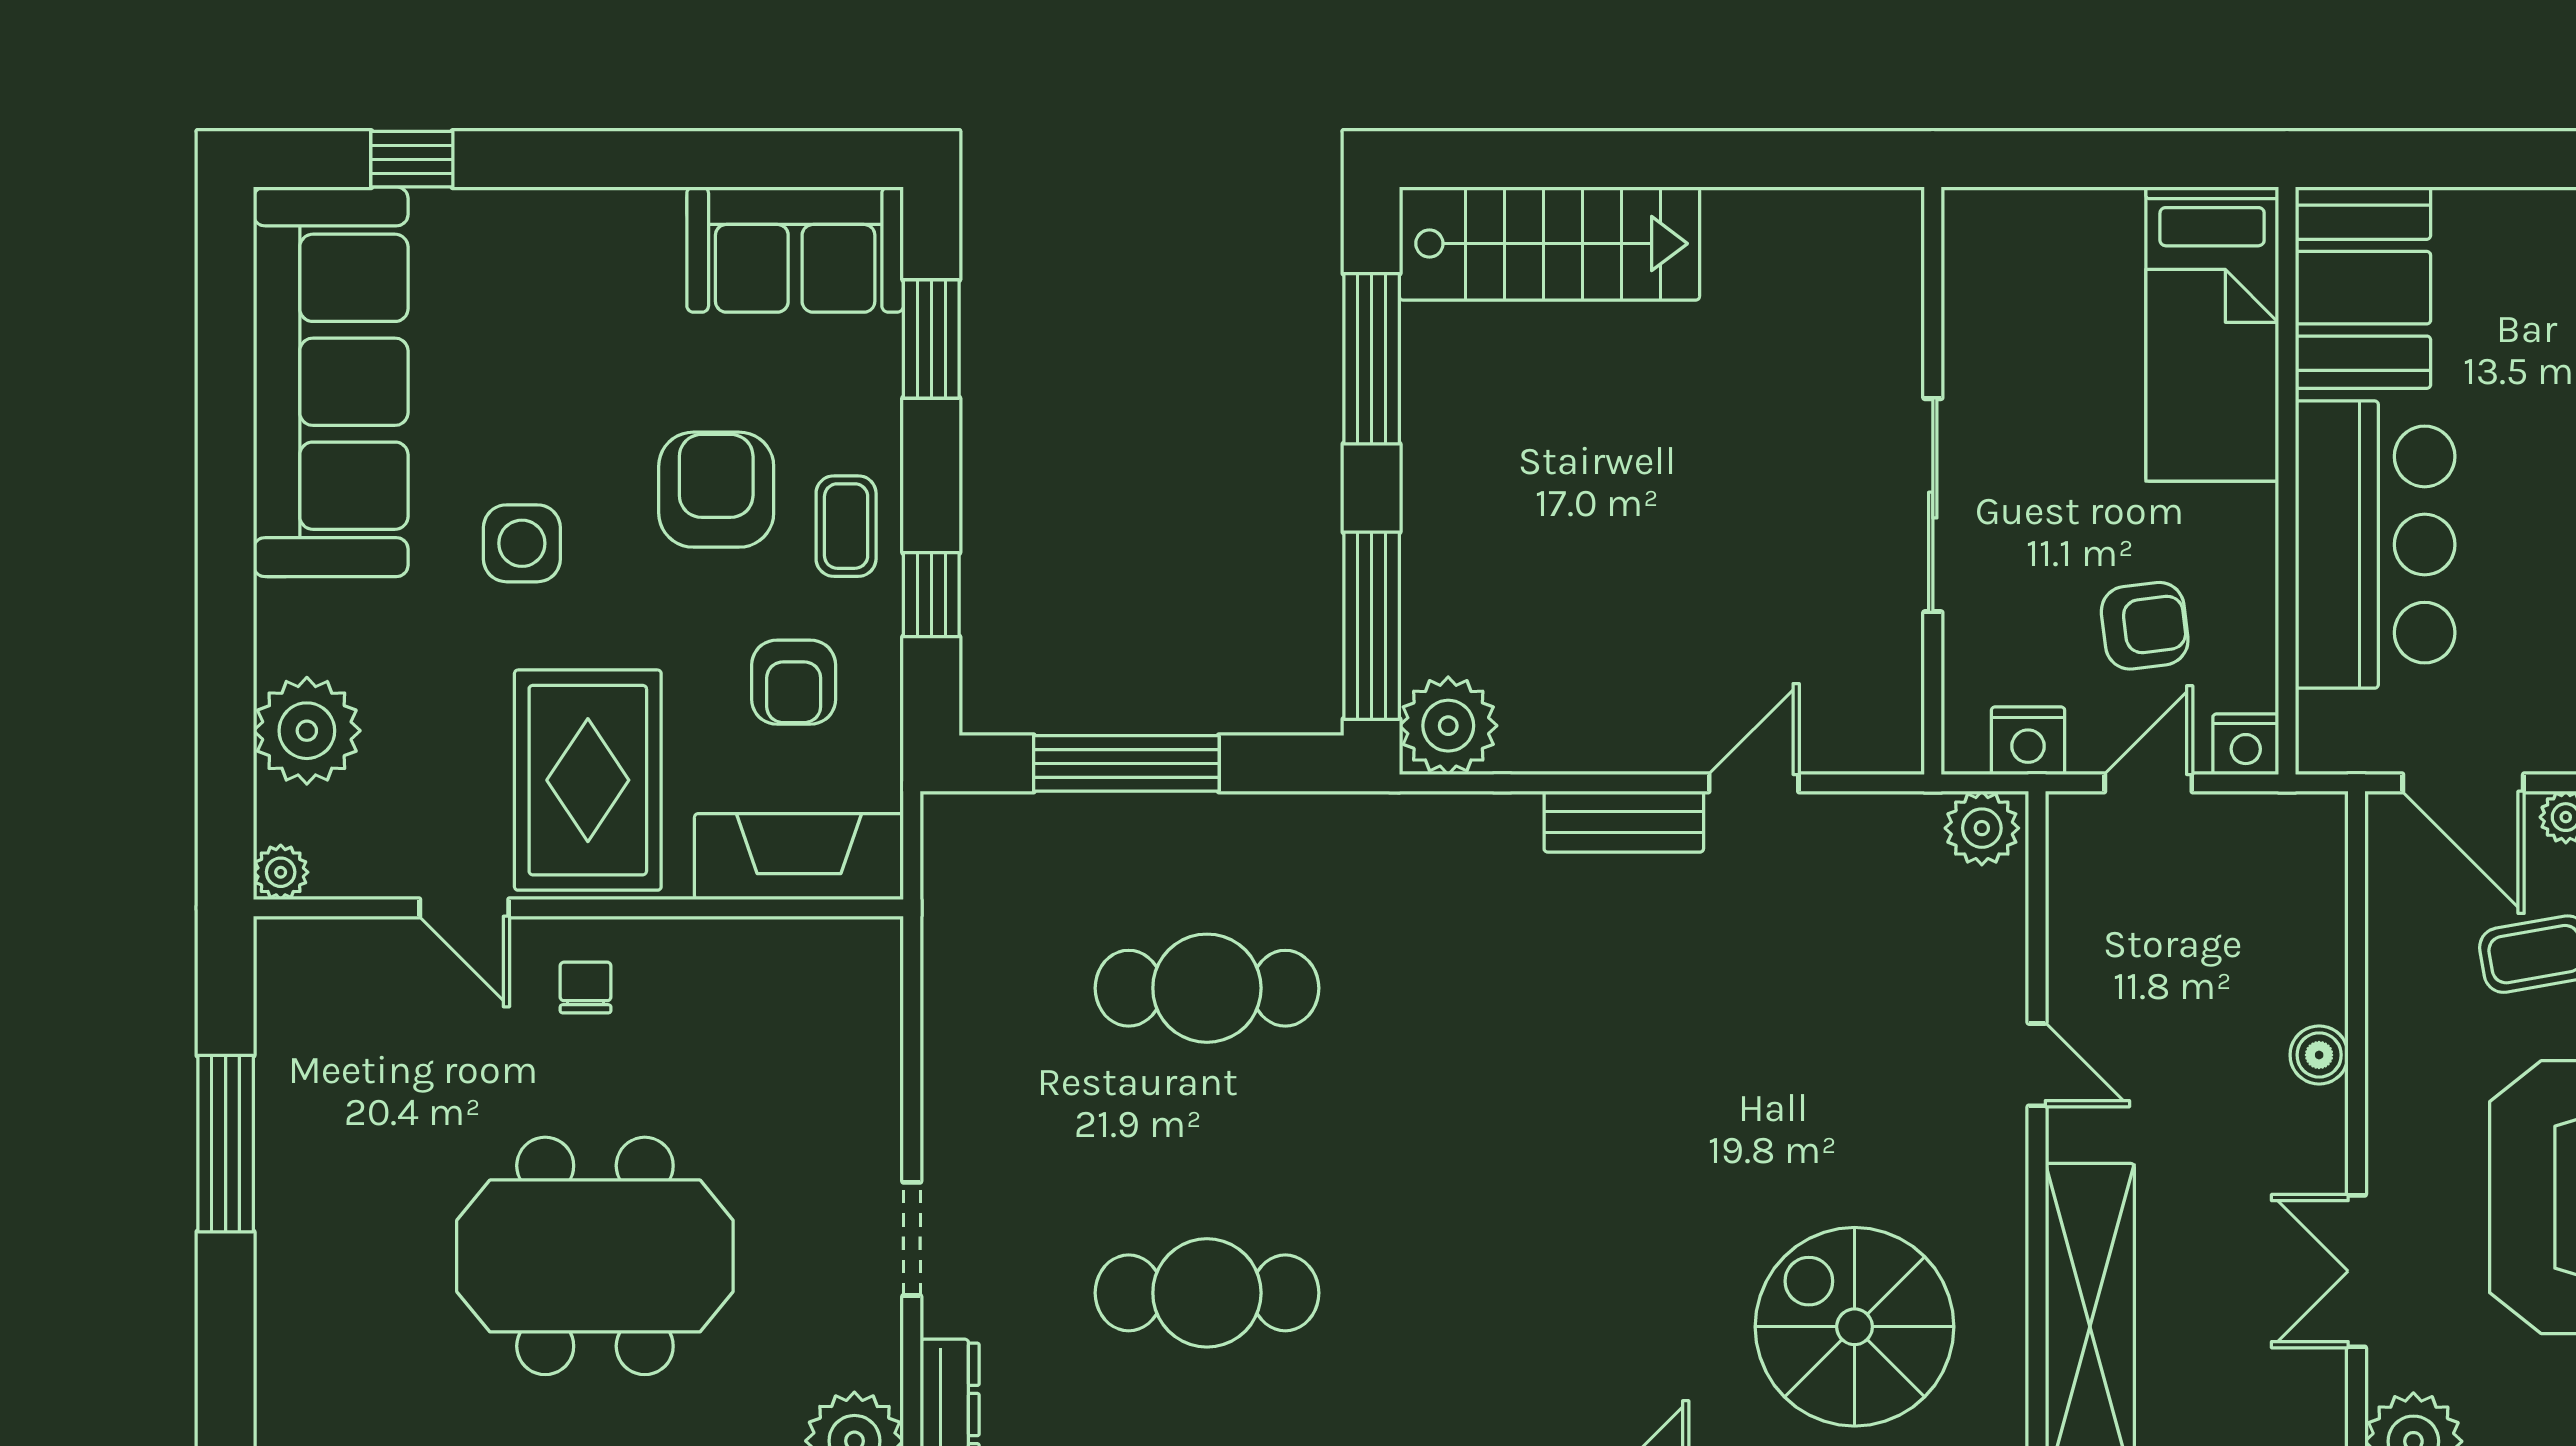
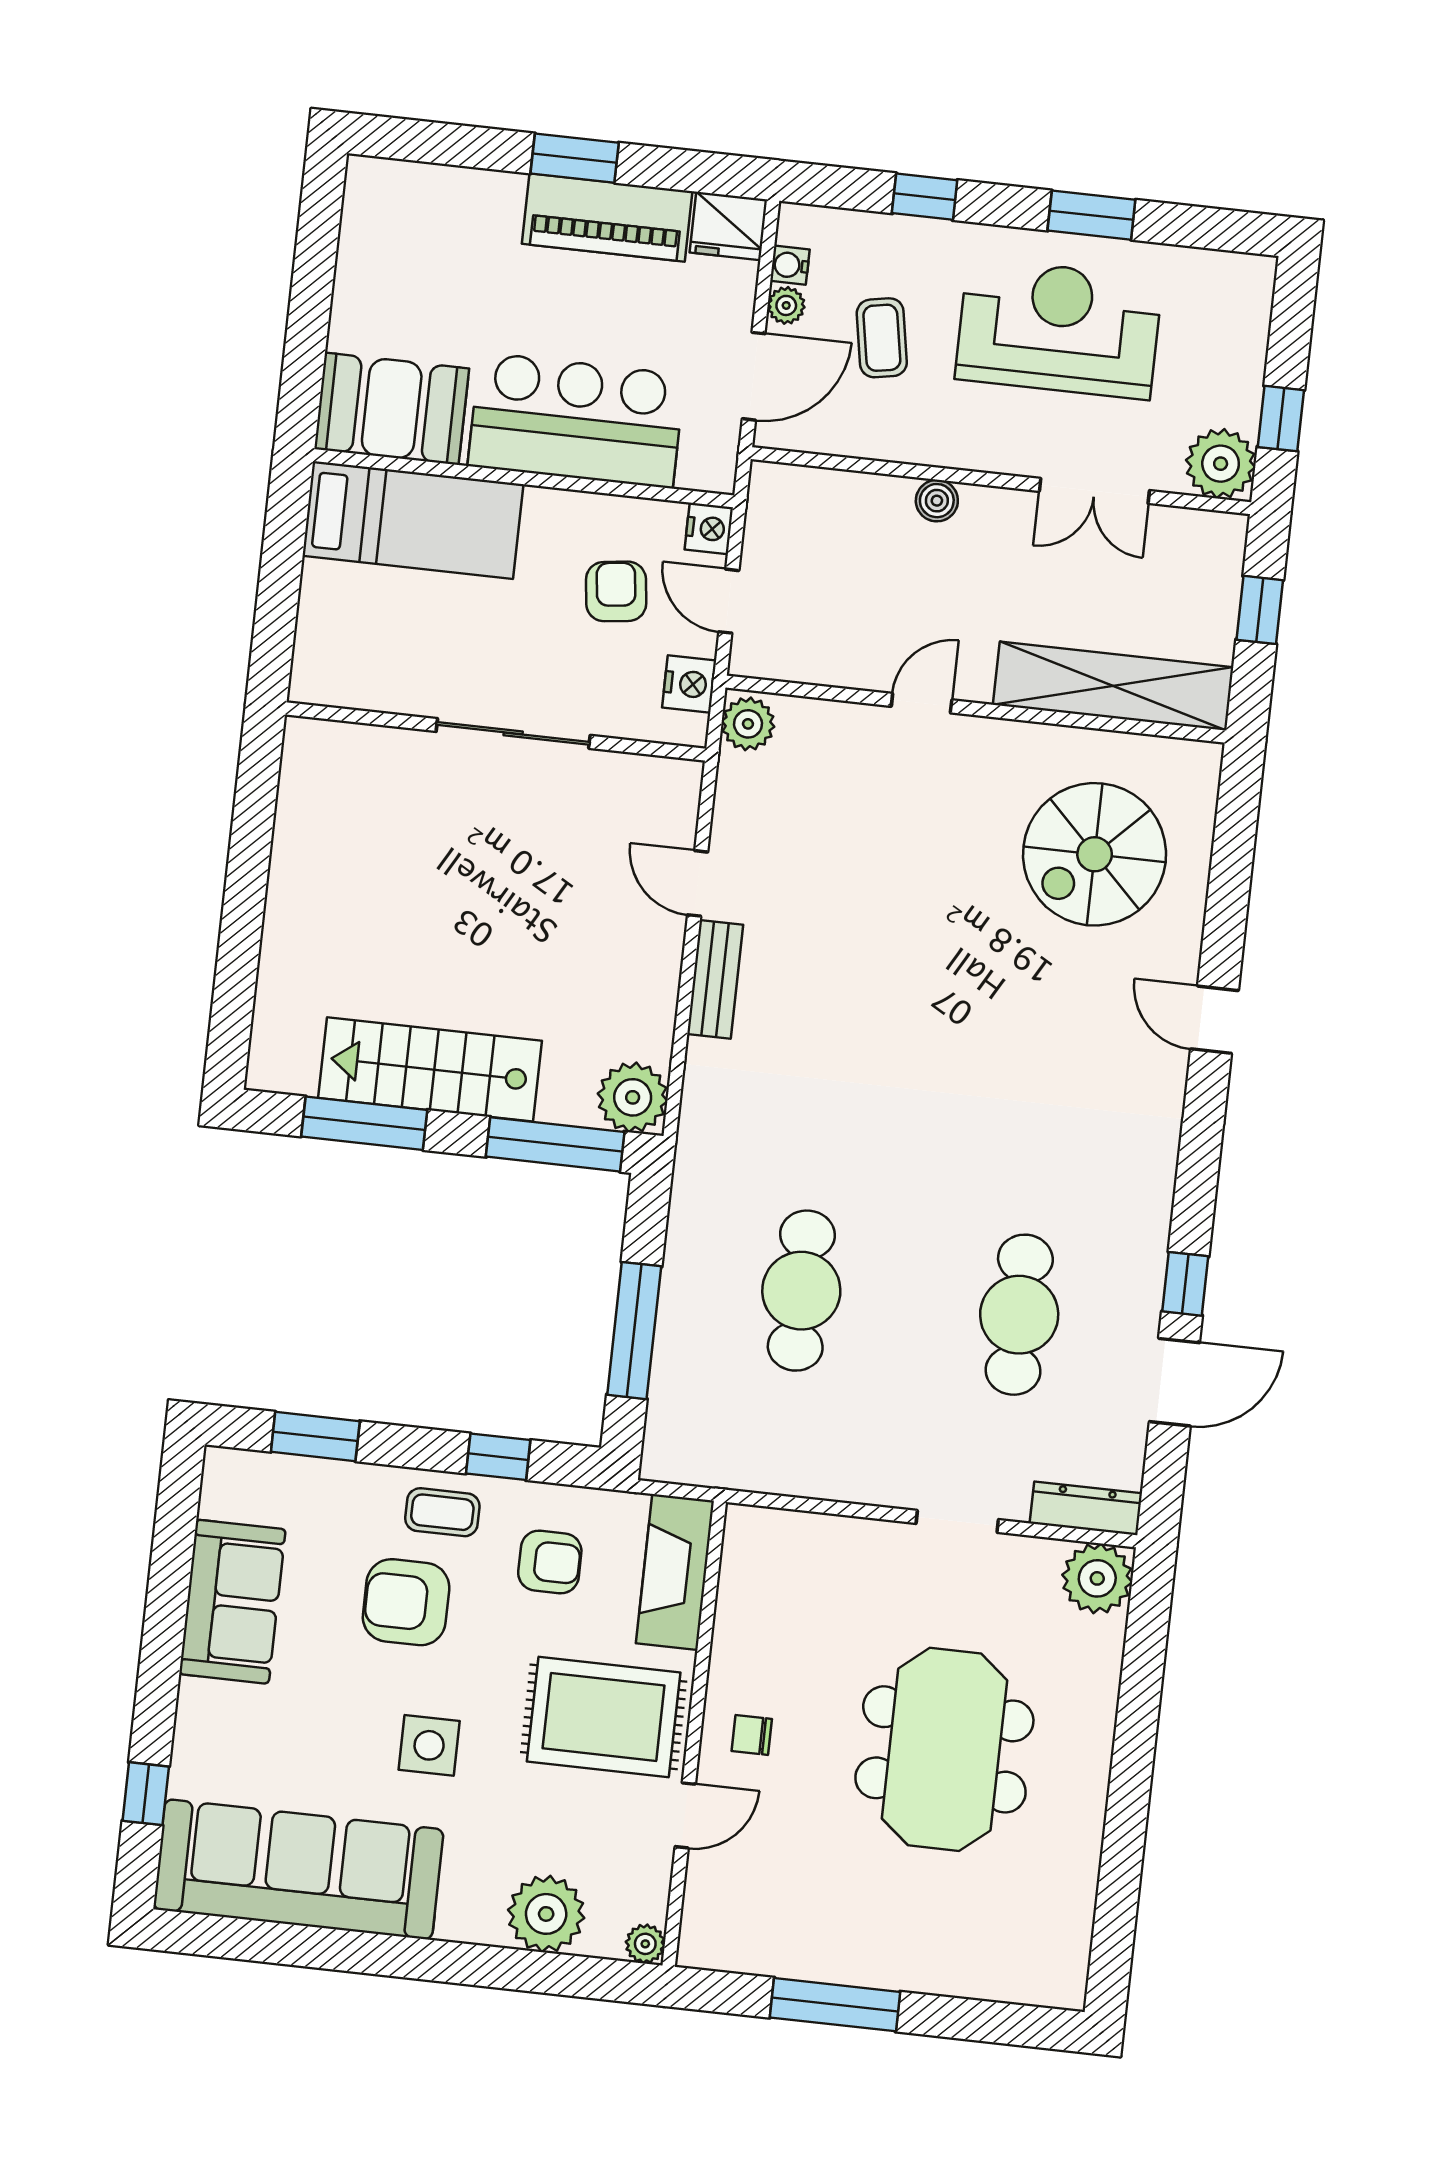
stairs: (1549, 244) -> (430, 1069), moved, turned -90
sofa: (795, 250) -> (232, 1602), moved

